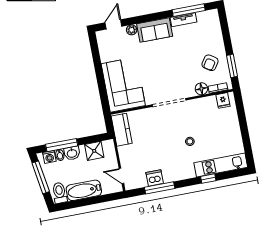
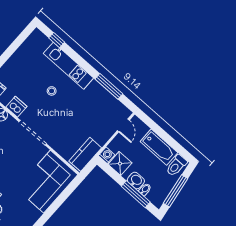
washing machine: (49, 157) -> (107, 155), moved
kitchen unit: (221, 165) -> (68, 66), moved
dishwasher: (155, 178) -> (16, 107), moved, turned 180
window: (208, 179) -> (57, 40), moved

